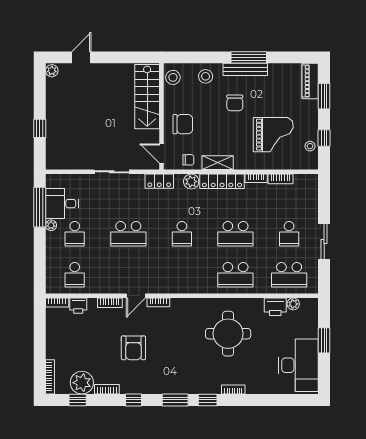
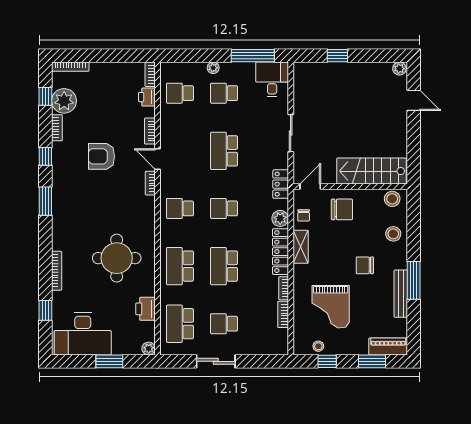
bench: (245, 69) -> (401, 294), moved
chair: (183, 124) -> (342, 209), turned -90
desk: (62, 204) -> (272, 79), moved
plant: (51, 225) -> (213, 68), moved
school desk: (182, 275) -> (180, 208), added
plant: (293, 304) -> (149, 349), moved
bookcase: (233, 389) -> (57, 271), width x1.56
window: (208, 400) -> (45, 310), moved

